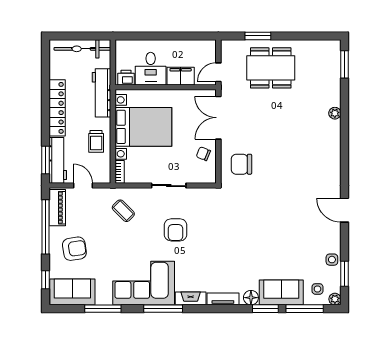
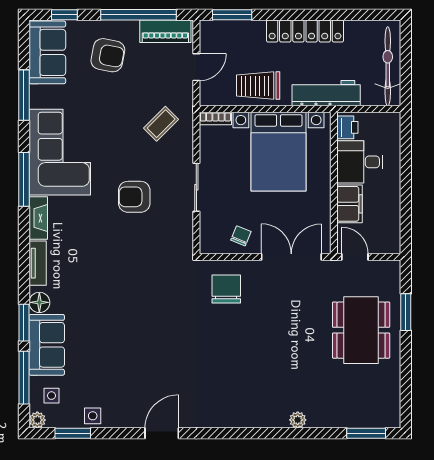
trolley: (96, 141) -> (258, 86), width x1.36, depth x1.39
workbench: (58, 160) -> (232, 32), removed
armchair: (74, 249) -> (108, 55), turned -70

